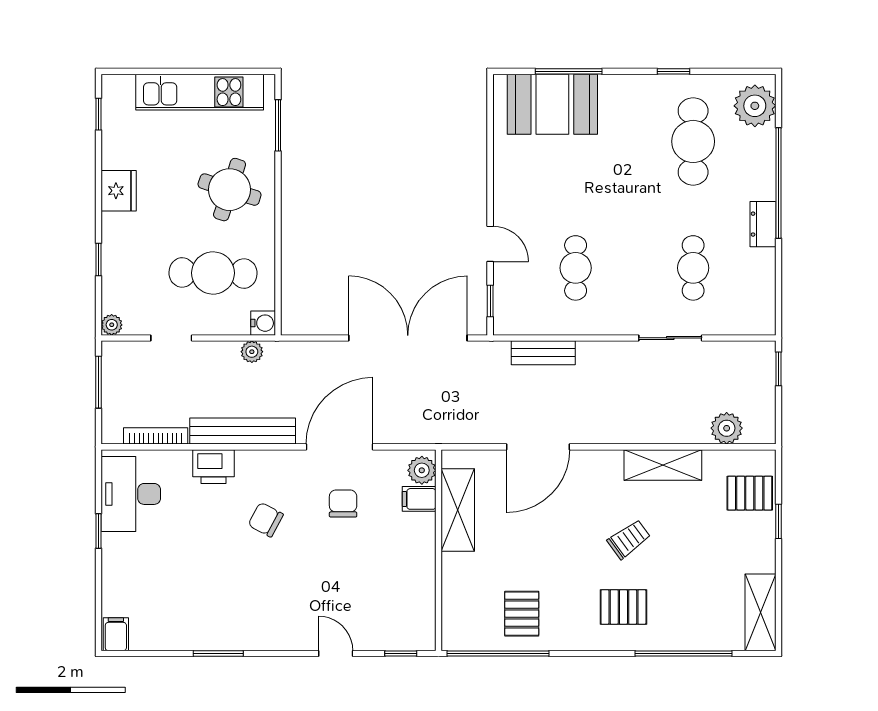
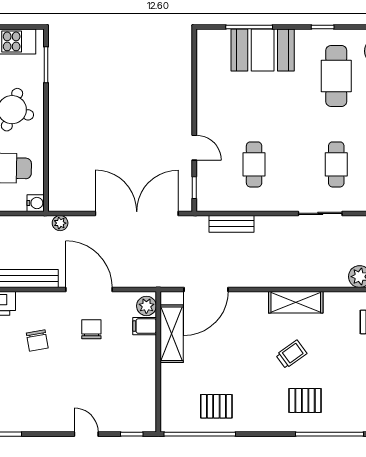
booth: (552, 104) -> (263, 50), moved
plant: (252, 352) -> (60, 223), moved
door: (340, 447) -> (89, 290), hinge flipped
door: (538, 447) -> (206, 290), moved
shelving: (663, 465) -> (296, 302), moved
chair: (266, 520) -> (37, 340), turned -128
pallet: (623, 607) -> (305, 400), moved
pallet: (522, 614) -> (216, 406), turned 90

